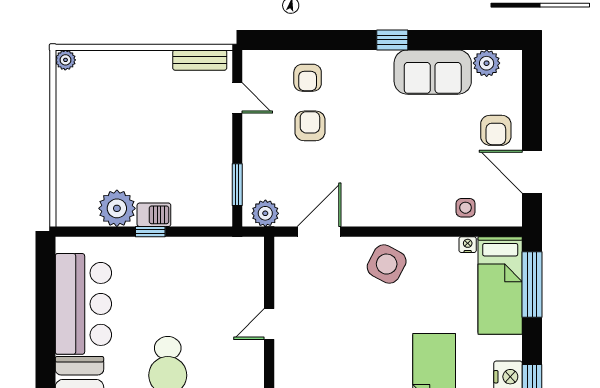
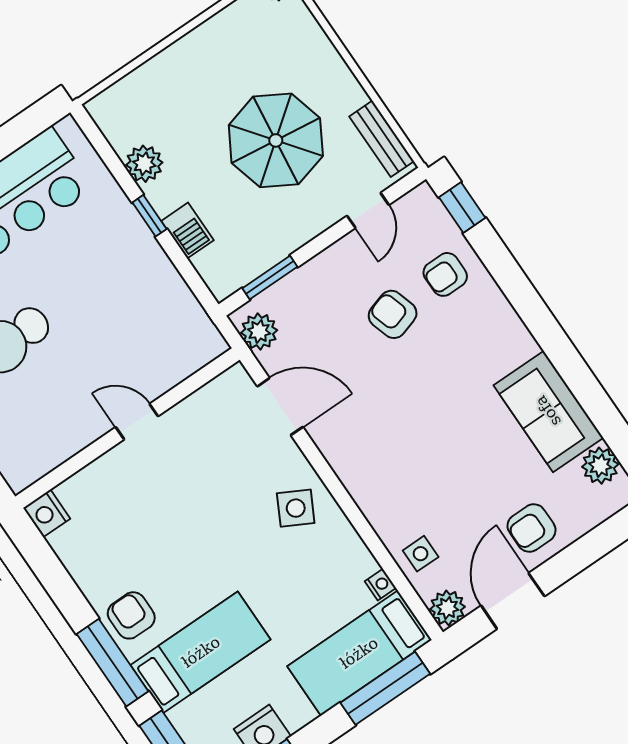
window: (392, 40) -> (462, 208), moved
parasol: (157, 124) -> (276, 140), added
armchair: (310, 126) -> (393, 314), turned -107
plant: (117, 208) -> (144, 164), width x0.73, depth x0.73
plant: (509, 214) -> (448, 608), added
barbecue: (154, 215) -> (188, 231), moved
side table: (387, 264) -> (296, 508), width x0.73, depth x0.73

